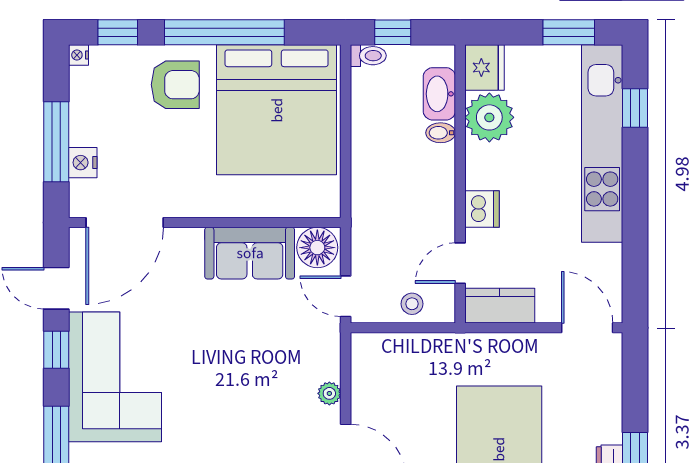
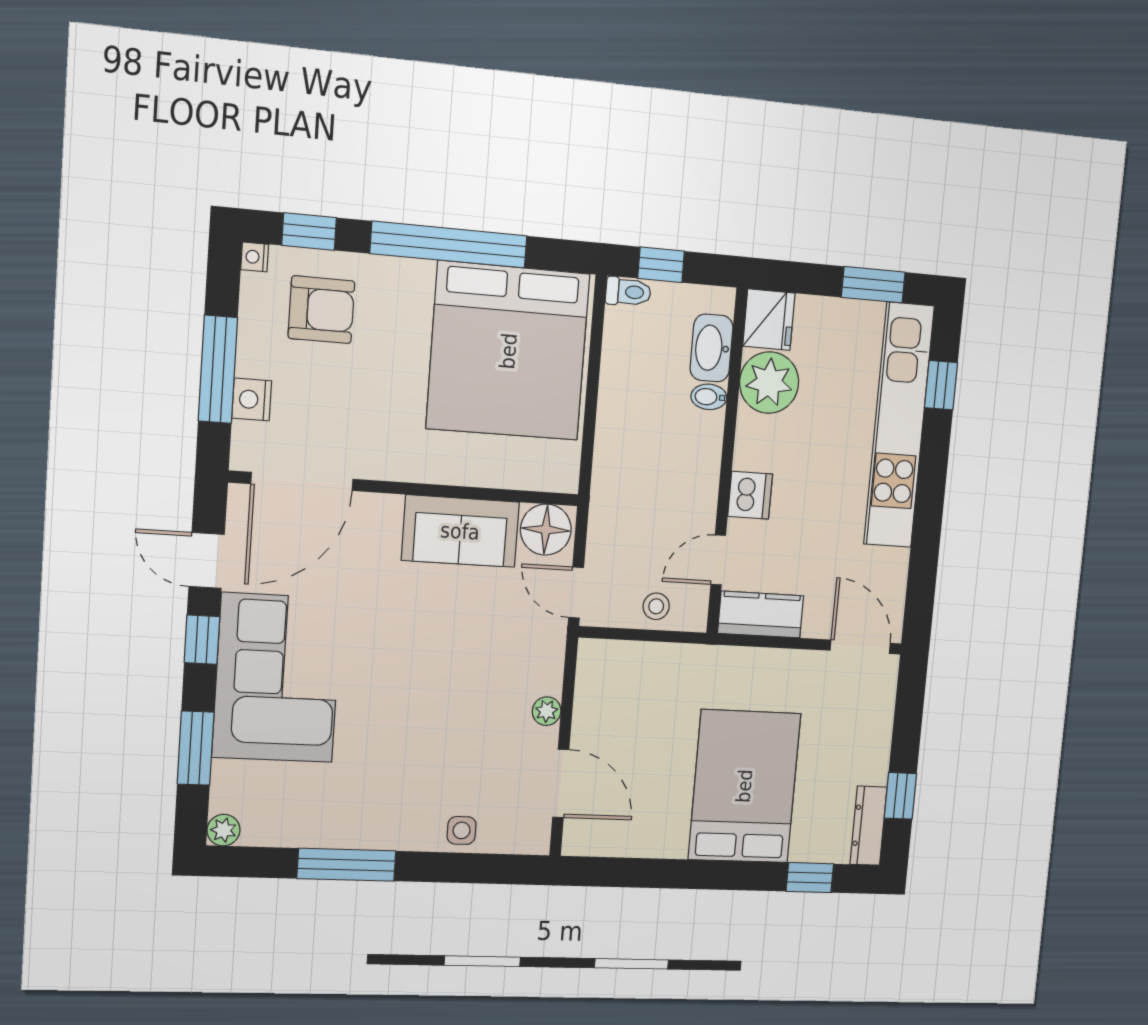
armchair: (175, 85) -> (321, 310), moved

